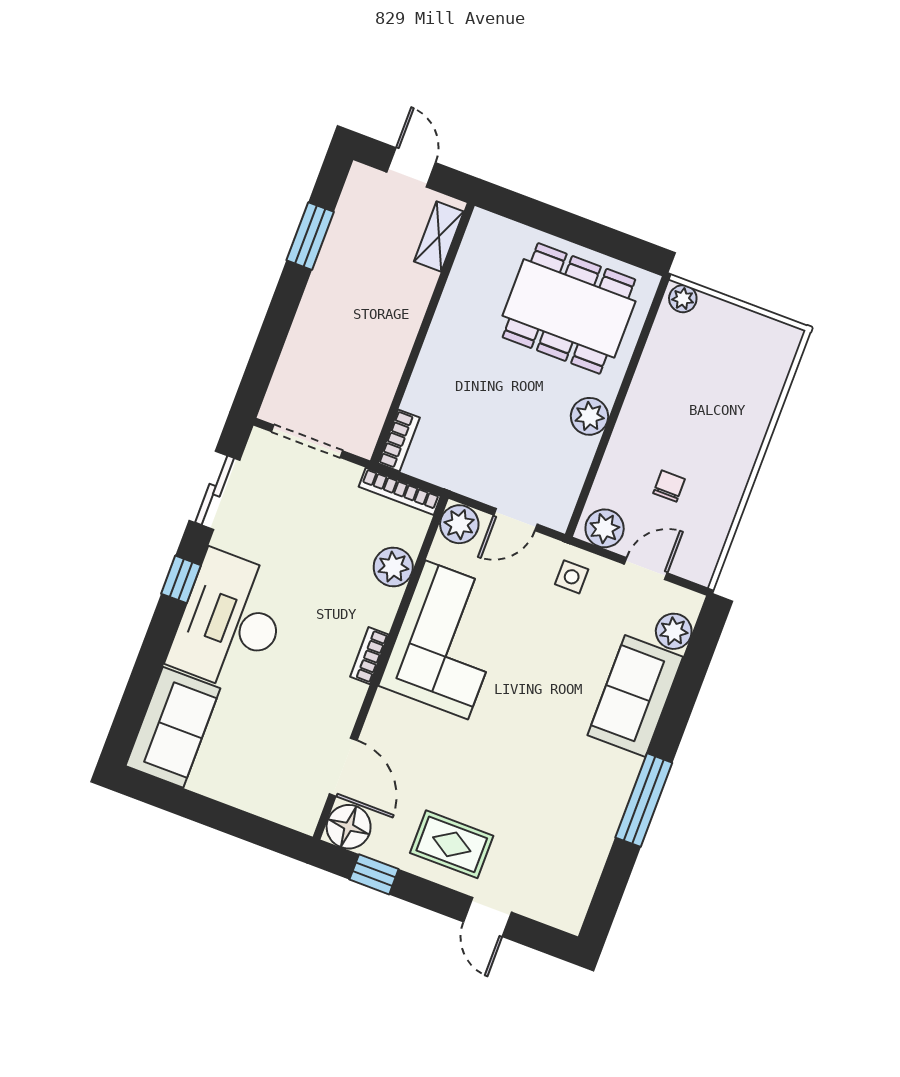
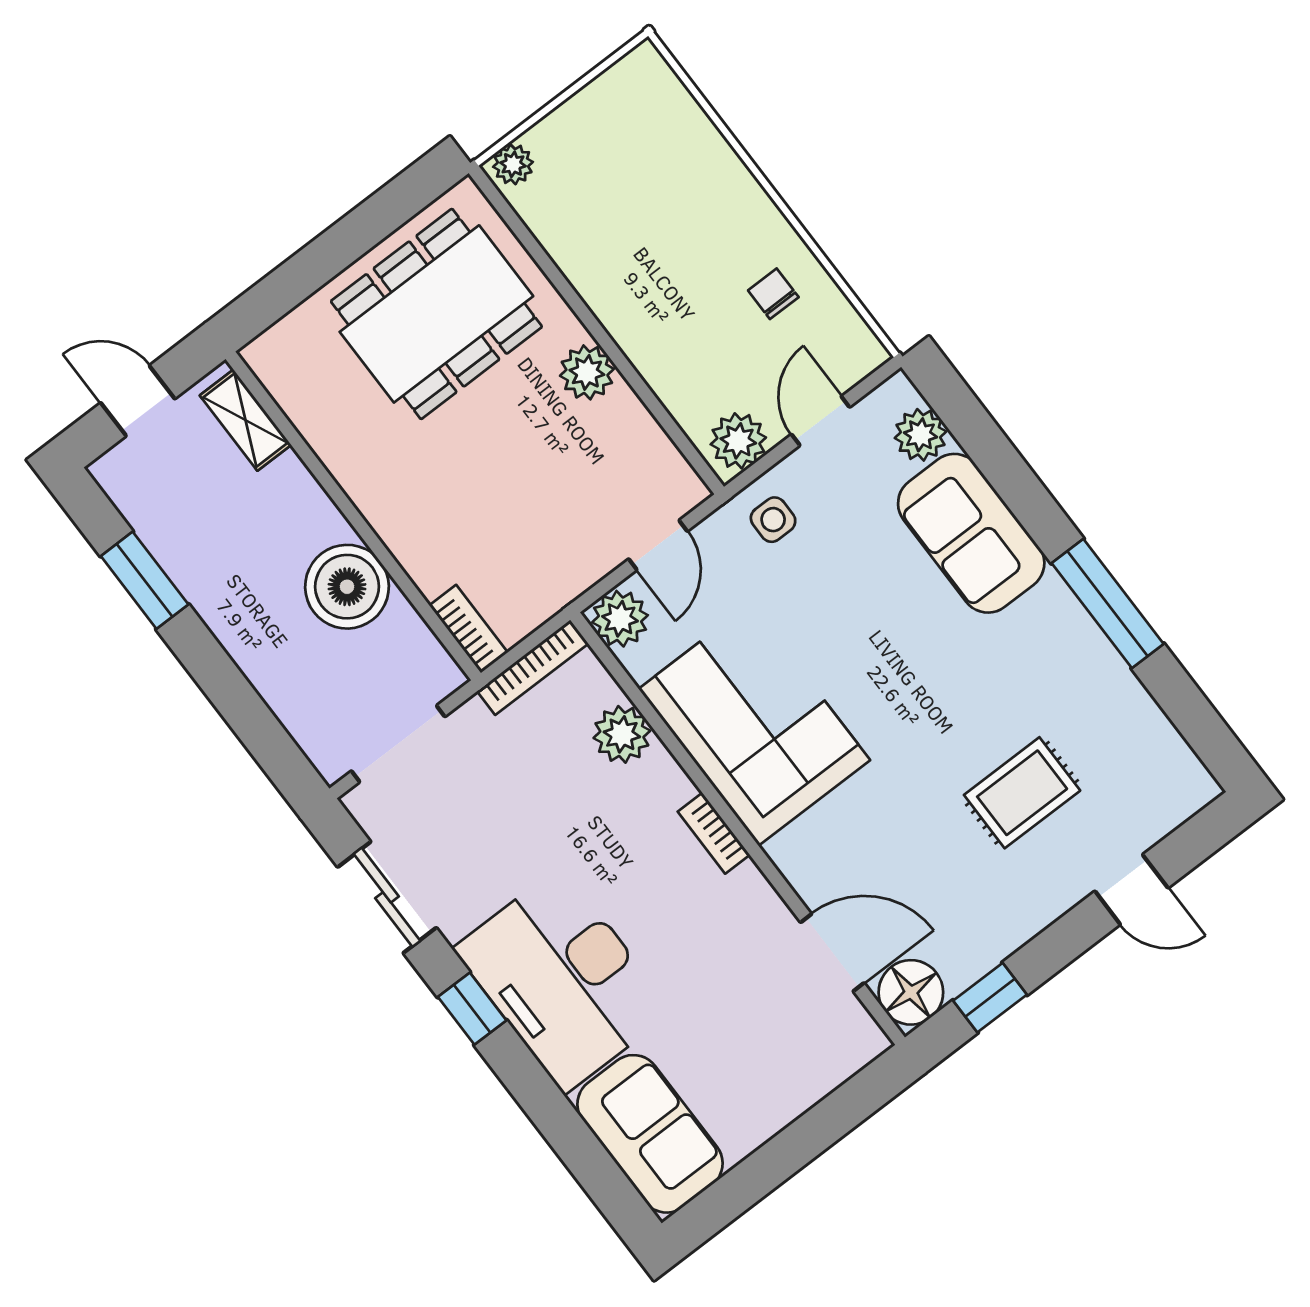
boiler: (379, 355) -> (347, 587), added
chair: (669, 486) -> (773, 294), moved
rug: (452, 844) -> (1022, 793), moved

